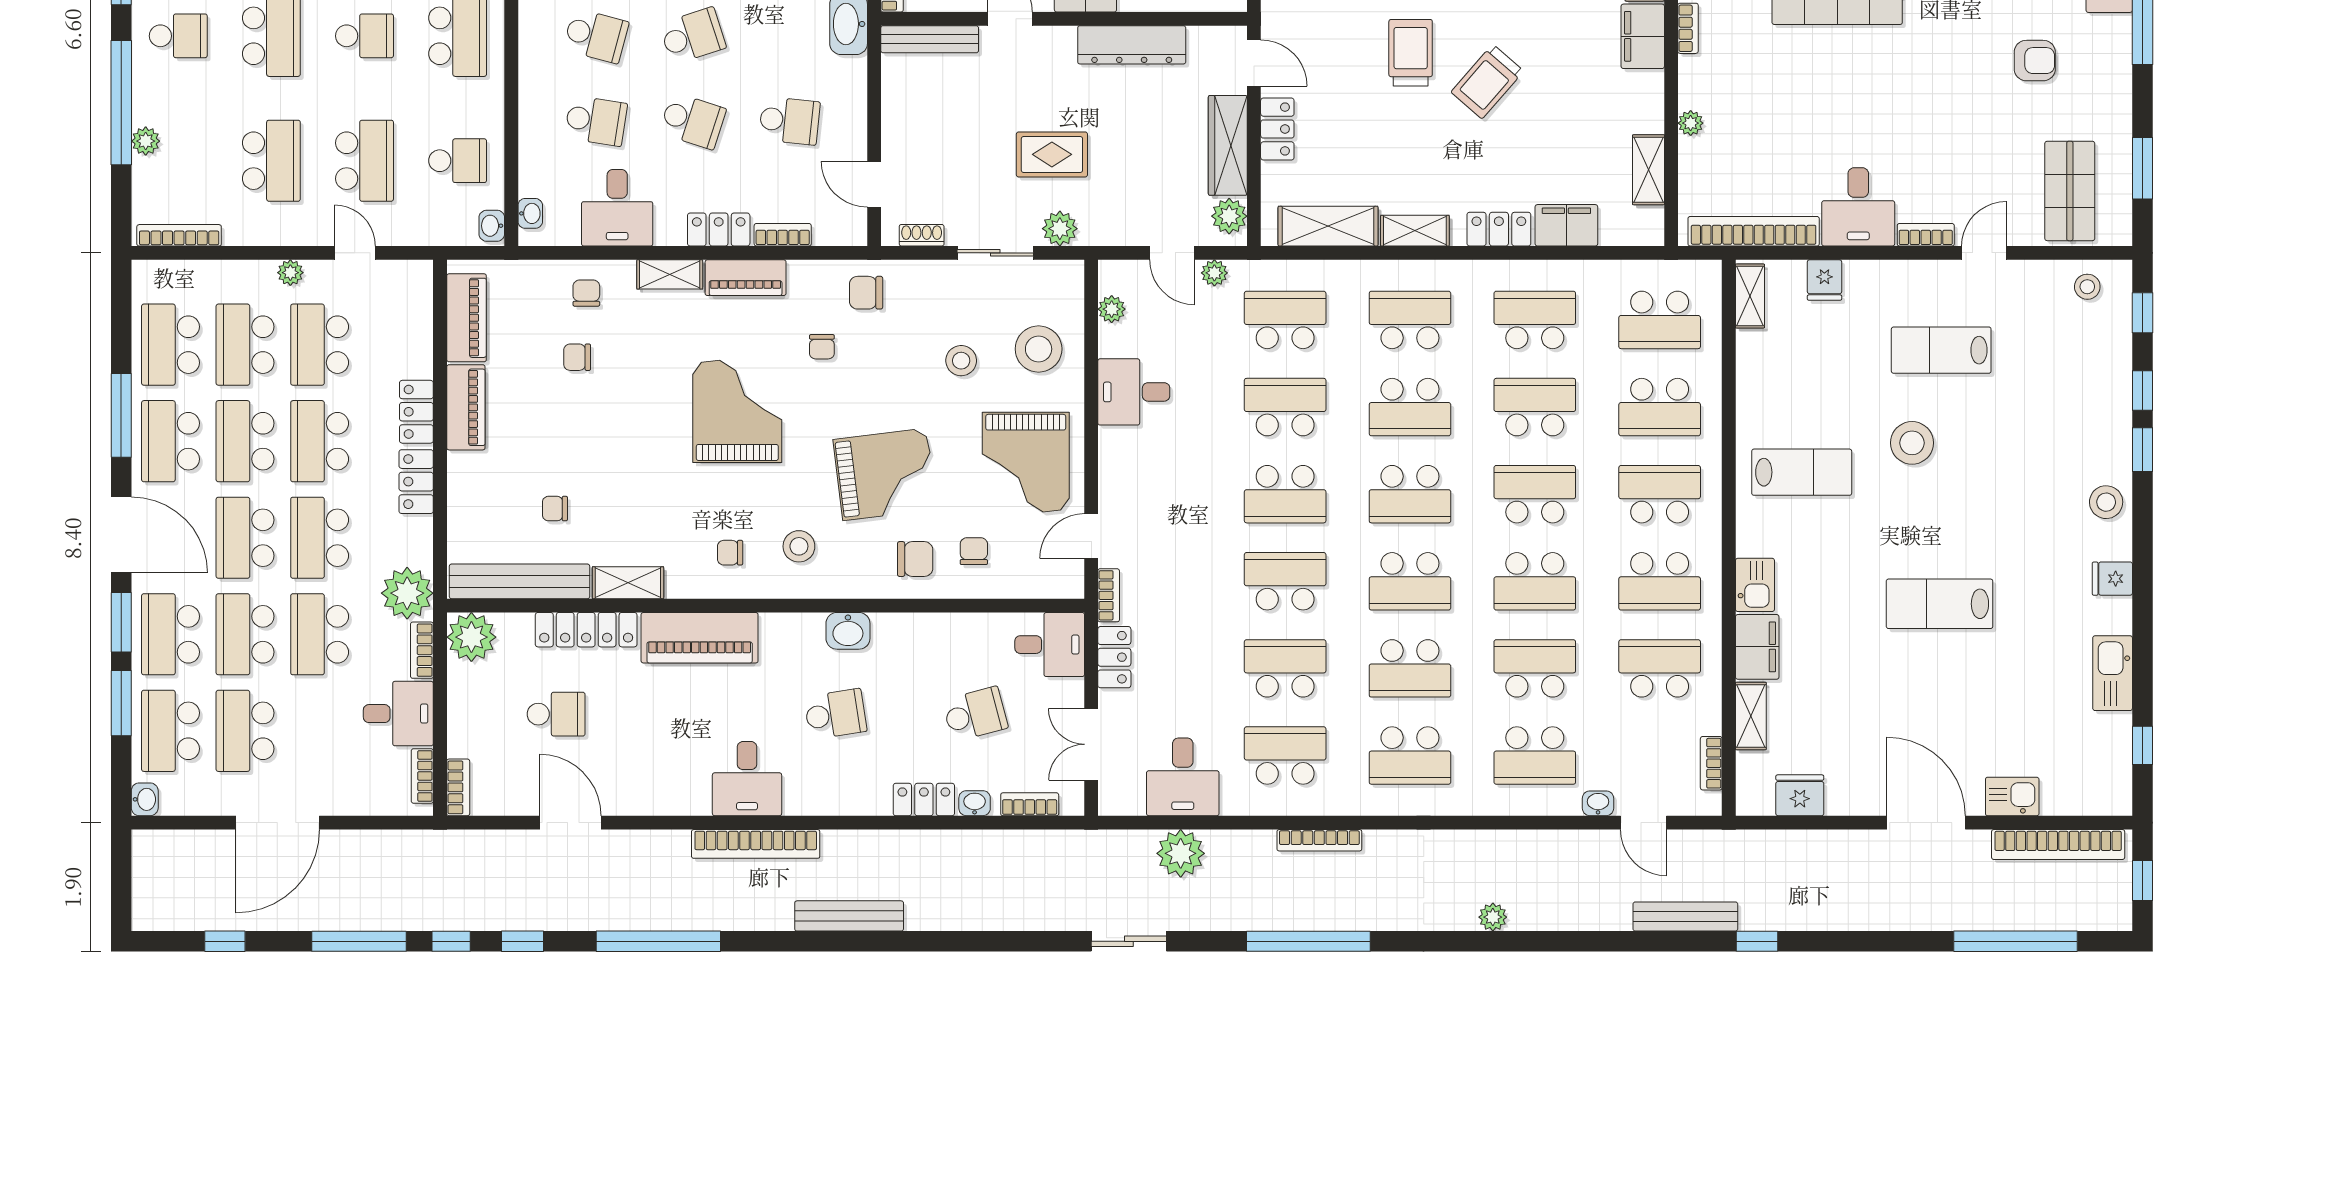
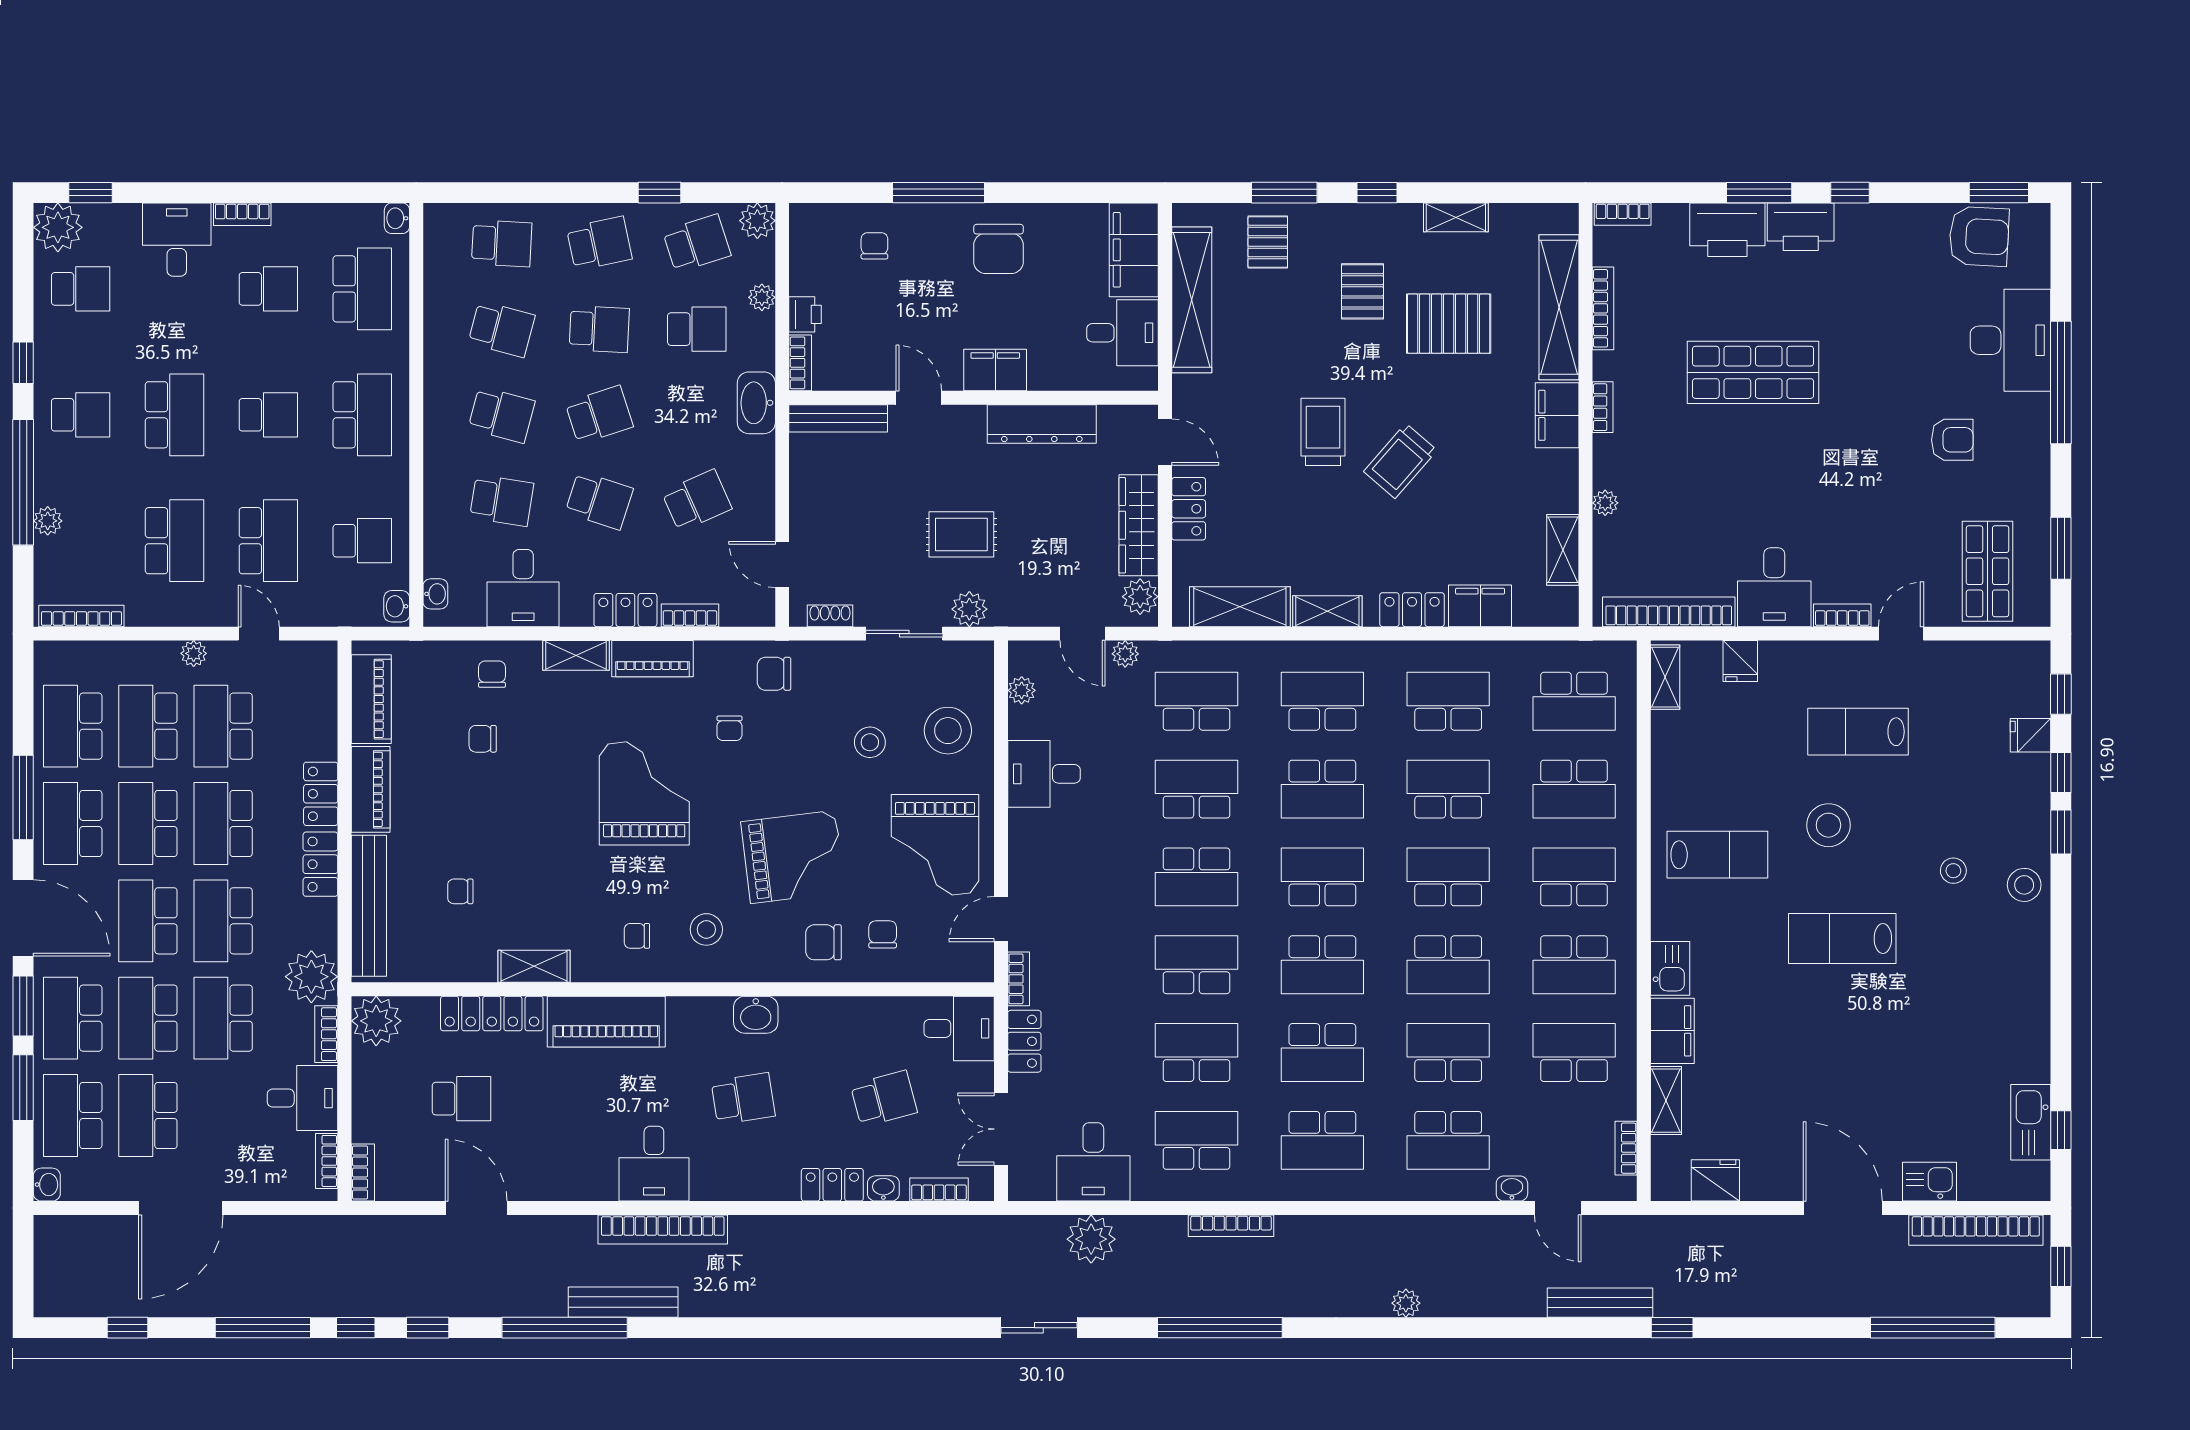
school desk: (789, 121) -> (697, 500), turned -30
stool: (2087, 287) -> (1953, 871), moved
school desk: (1410, 494) -> (1322, 877), turned 180
chair: (915, 559) -> (824, 942), turned 180
fridge: (2112, 579) -> (2030, 735), moved
bench: (520, 581) -> (369, 906), moved, turned 90
lab bench: (1940, 604) -> (1842, 938), moved
kitchen sink: (2113, 673) -> (2031, 1122), moved
bench: (849, 916) -> (623, 1302), moved

